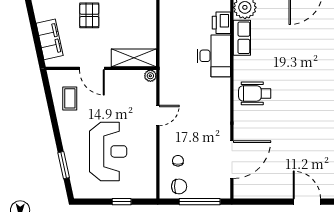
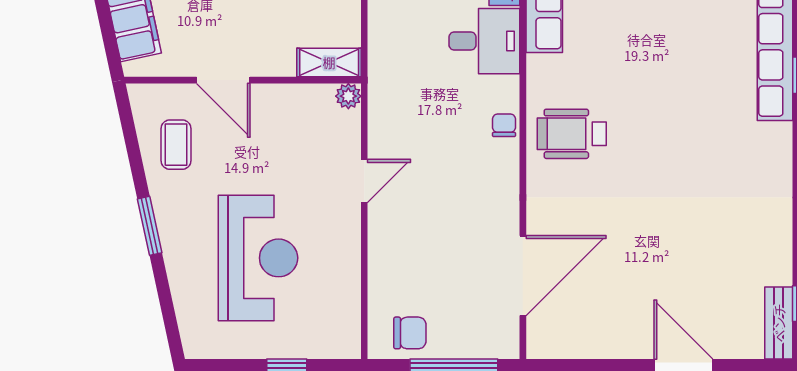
desk: (214, 56) -> (484, 41), width x0.73
shelving: (134, 58) -> (329, 62), width x0.67, depth x0.75
chair: (178, 161) -> (504, 125), moved
window: (64, 165) -> (150, 226), moved

